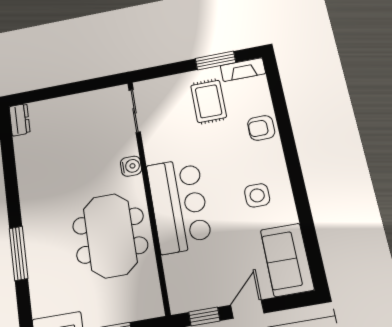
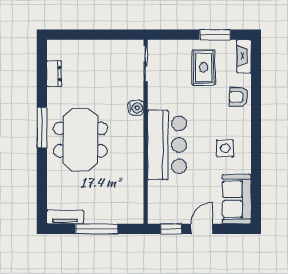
fireplace: (243, 70) -> (244, 56), moved, turned 90
dresser: (20, 120) -> (54, 74), moved
meeting table: (110, 235) -> (80, 140), moved
window: (18, 253) -> (42, 128), moved

